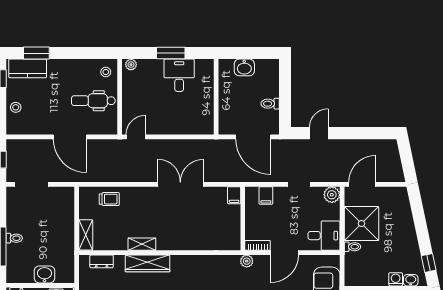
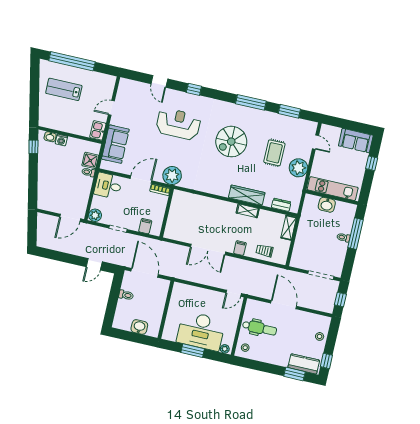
desk: (179, 75) -> (201, 331), width x1.87, depth x1.30
filing cabinet: (234, 195) -> (240, 248), moved
shower: (361, 223) -> (90, 160), moved, width x0.54, depth x0.54
plant: (247, 261) -> (172, 176), width x1.87, depth x1.87

